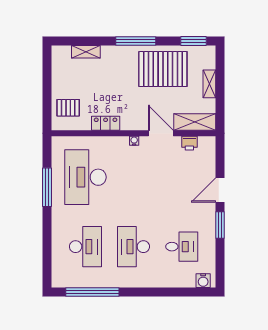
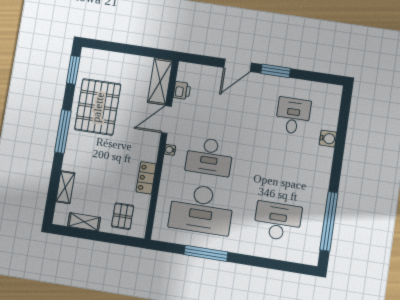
shelving: (209, 84) -> (84, 222), moved
door: (220, 190) -> (238, 65), hinge flipped
desk: (134, 247) -> (209, 157), moved
water cooler: (203, 281) -> (328, 139), moved

